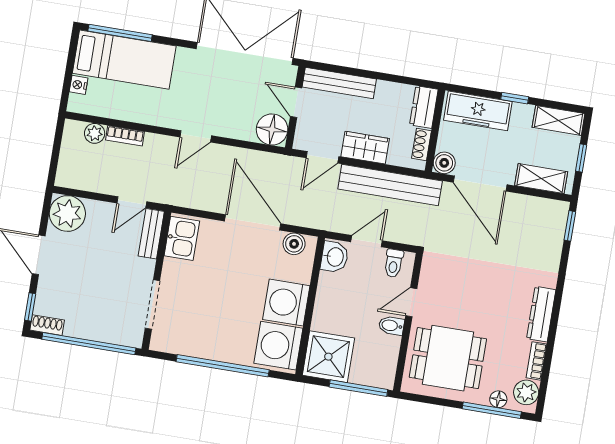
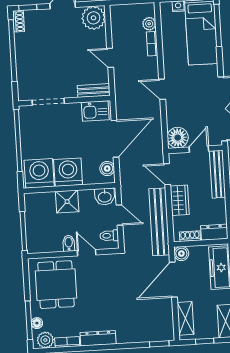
bench: (151, 234) -> (94, 91), moved
kitchen sink: (182, 238) -> (95, 111), moved
wall: (156, 281) -> (64, 101), moved
doorway: (152, 304) -> (48, 102), moved
shower: (328, 357) -> (67, 202), moved, width x0.73, depth x0.73

